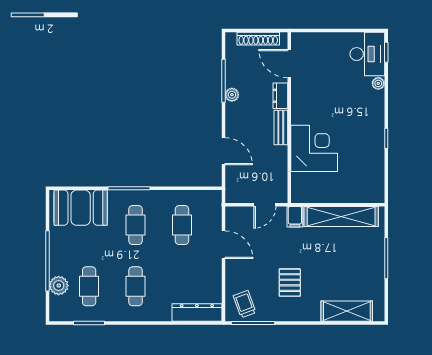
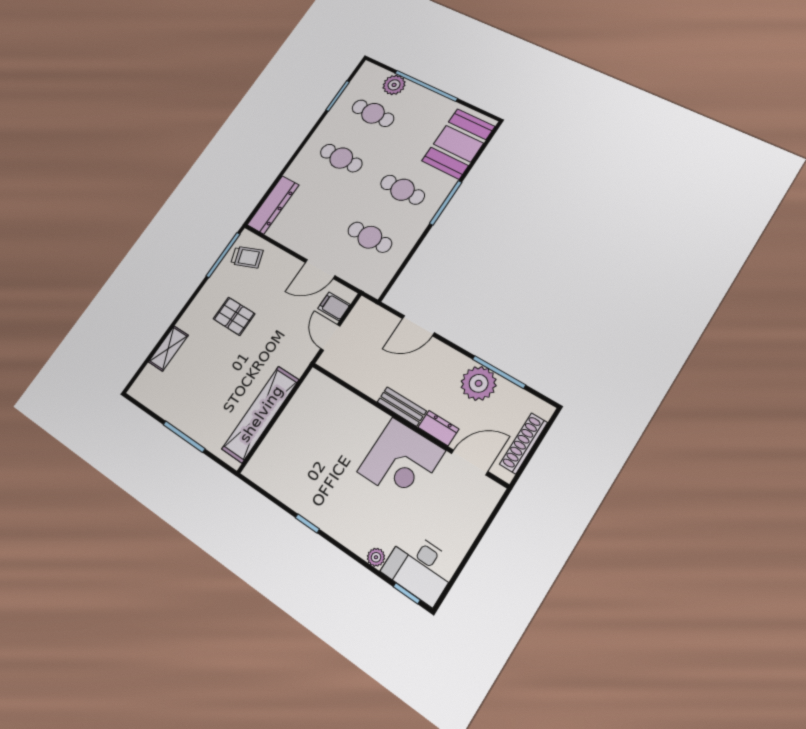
plant: (232, 95) -> (479, 383), width x1.88, depth x1.88
corner desk: (314, 148) -> (401, 461), moved
filing cabinet: (295, 217) -> (334, 306), moved
shelving: (347, 311) -> (168, 349), width x0.67, depth x0.75

